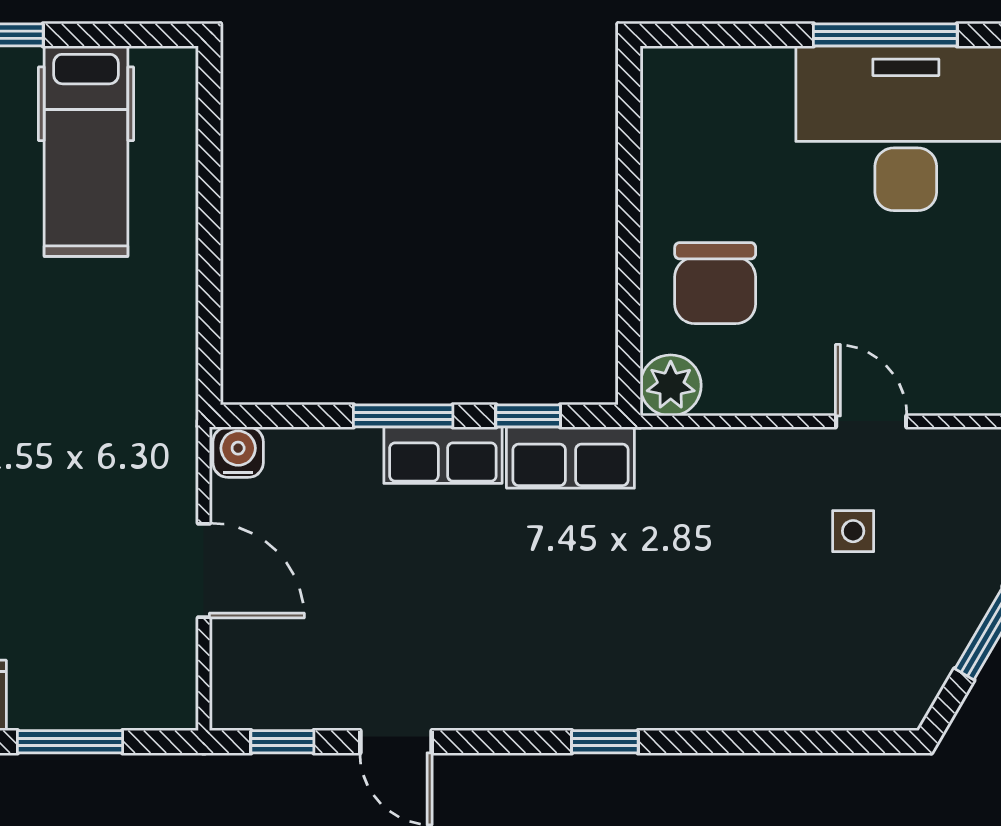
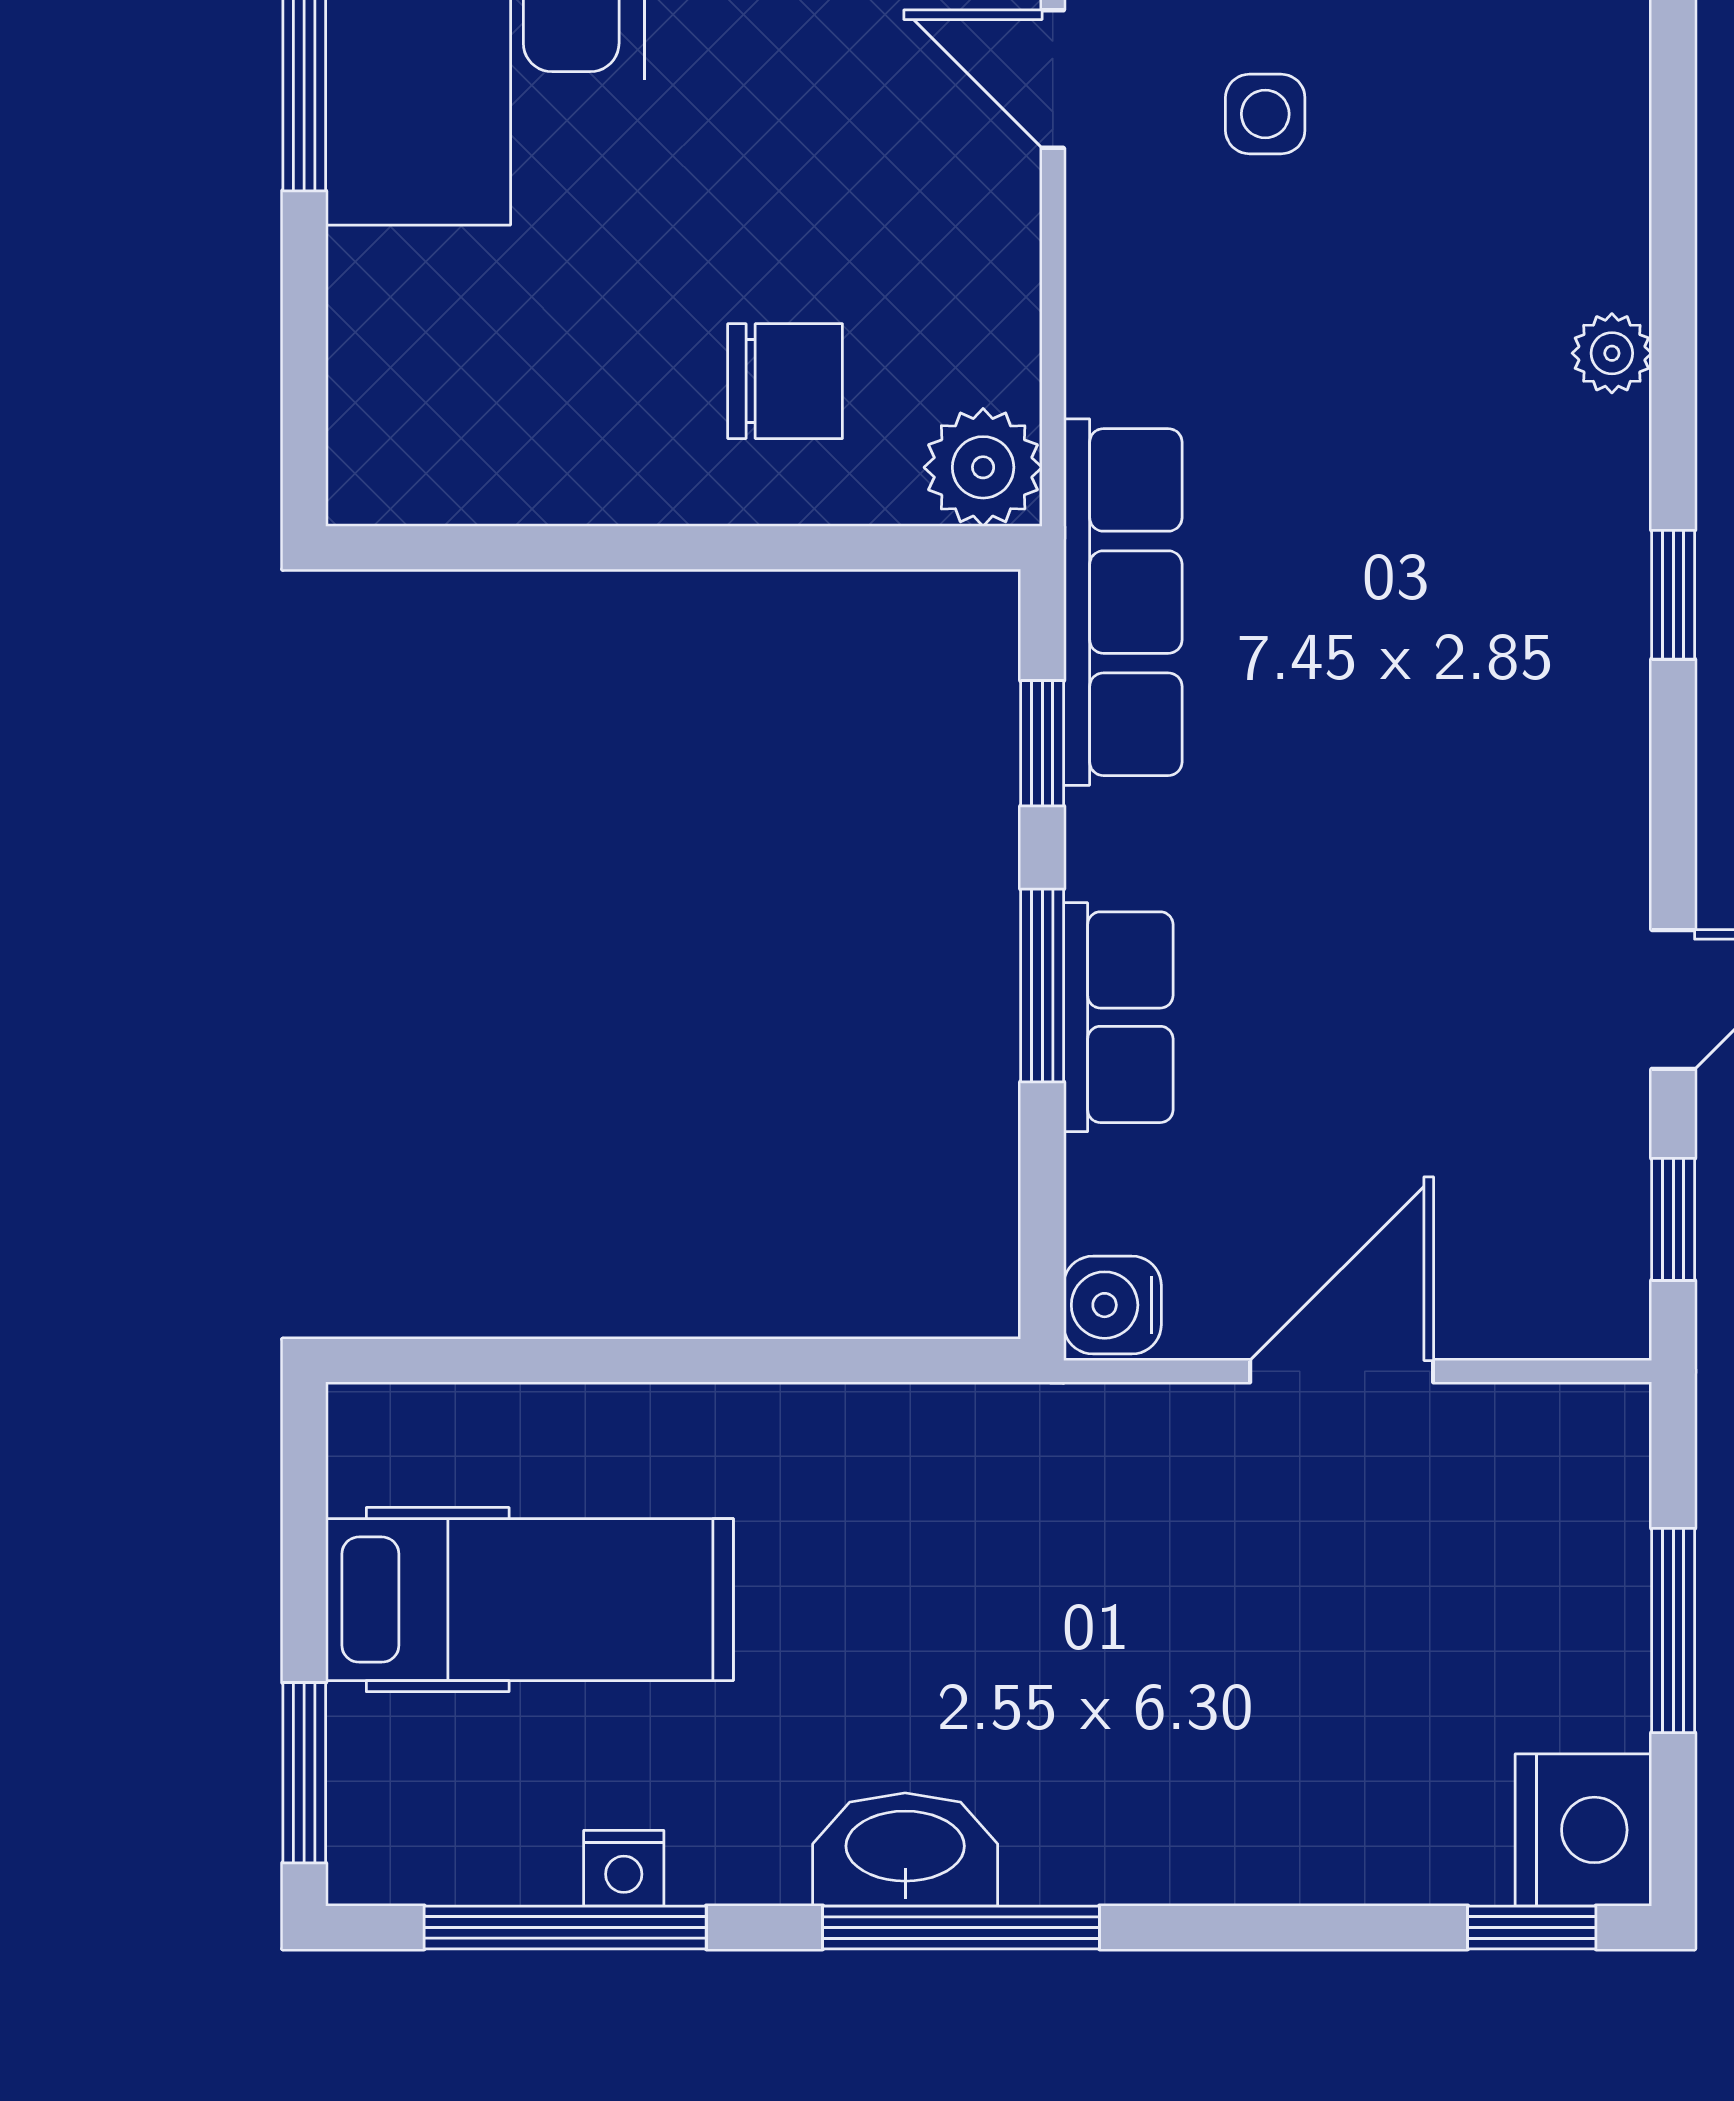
chair: (715, 283) -> (785, 381), width x0.73, depth x0.73
door: (871, 421) -> (1053, 79), hinge flipped
row of seats: (443, 455) -> (1118, 1017), moved
row of seats: (570, 458) -> (1123, 602), width x1.48
plant: (730, 710) -> (1612, 353), added

